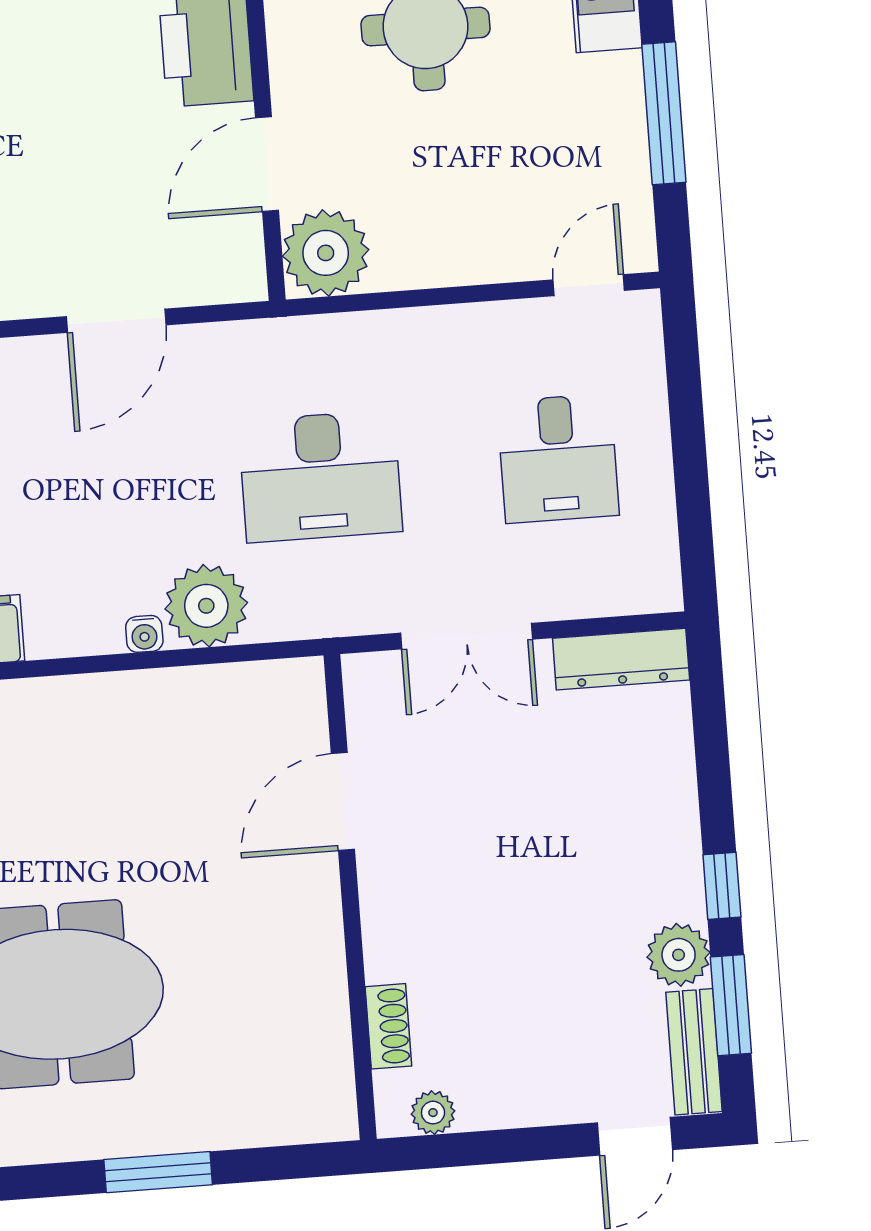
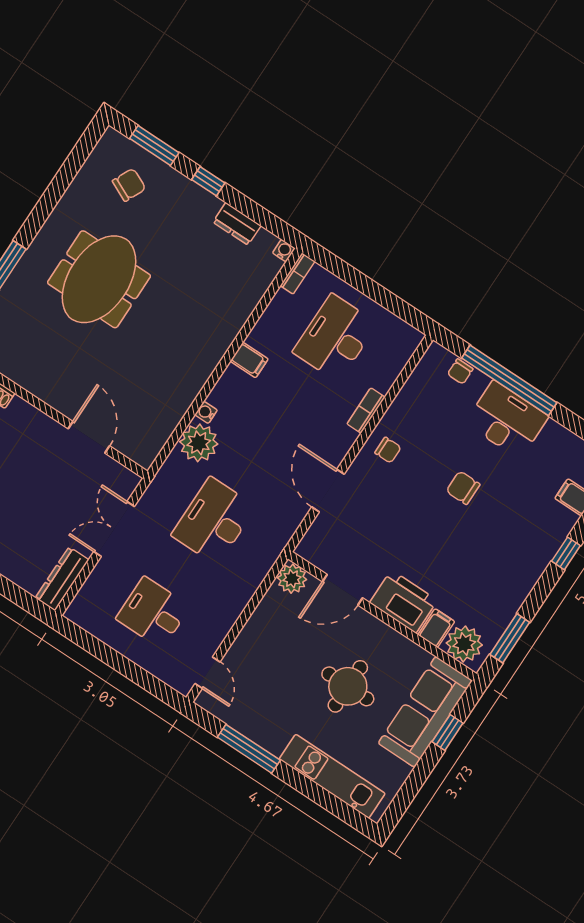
door: (267, 164) -> (342, 590), swing flipped
plant: (326, 253) -> (292, 579), width x0.73, depth x0.73

